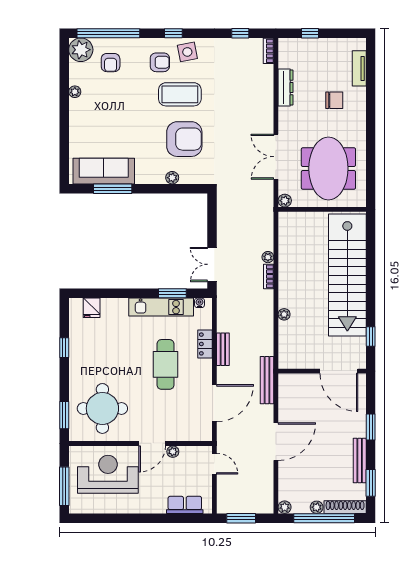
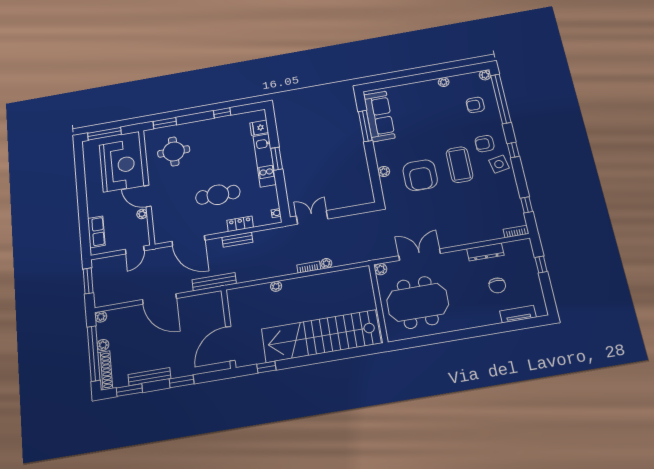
plant: (81, 50) -> (485, 75), width x0.53, depth x0.53
armchair: (160, 62) -> (485, 144), turned 90
chair: (334, 100) -> (497, 285), moved
window: (172, 293) -> (277, 159), moved
kitchen unit: (161, 307) -> (265, 160), moved
round table: (102, 408) -> (174, 151), width x0.73, depth x0.73

